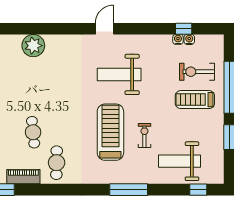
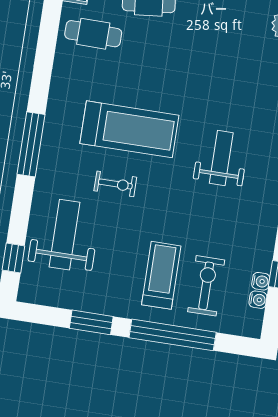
water cooler: (178, 39) -> (258, 300), moved
weight bench: (119, 74) -> (221, 158), width x0.73, depth x0.75

